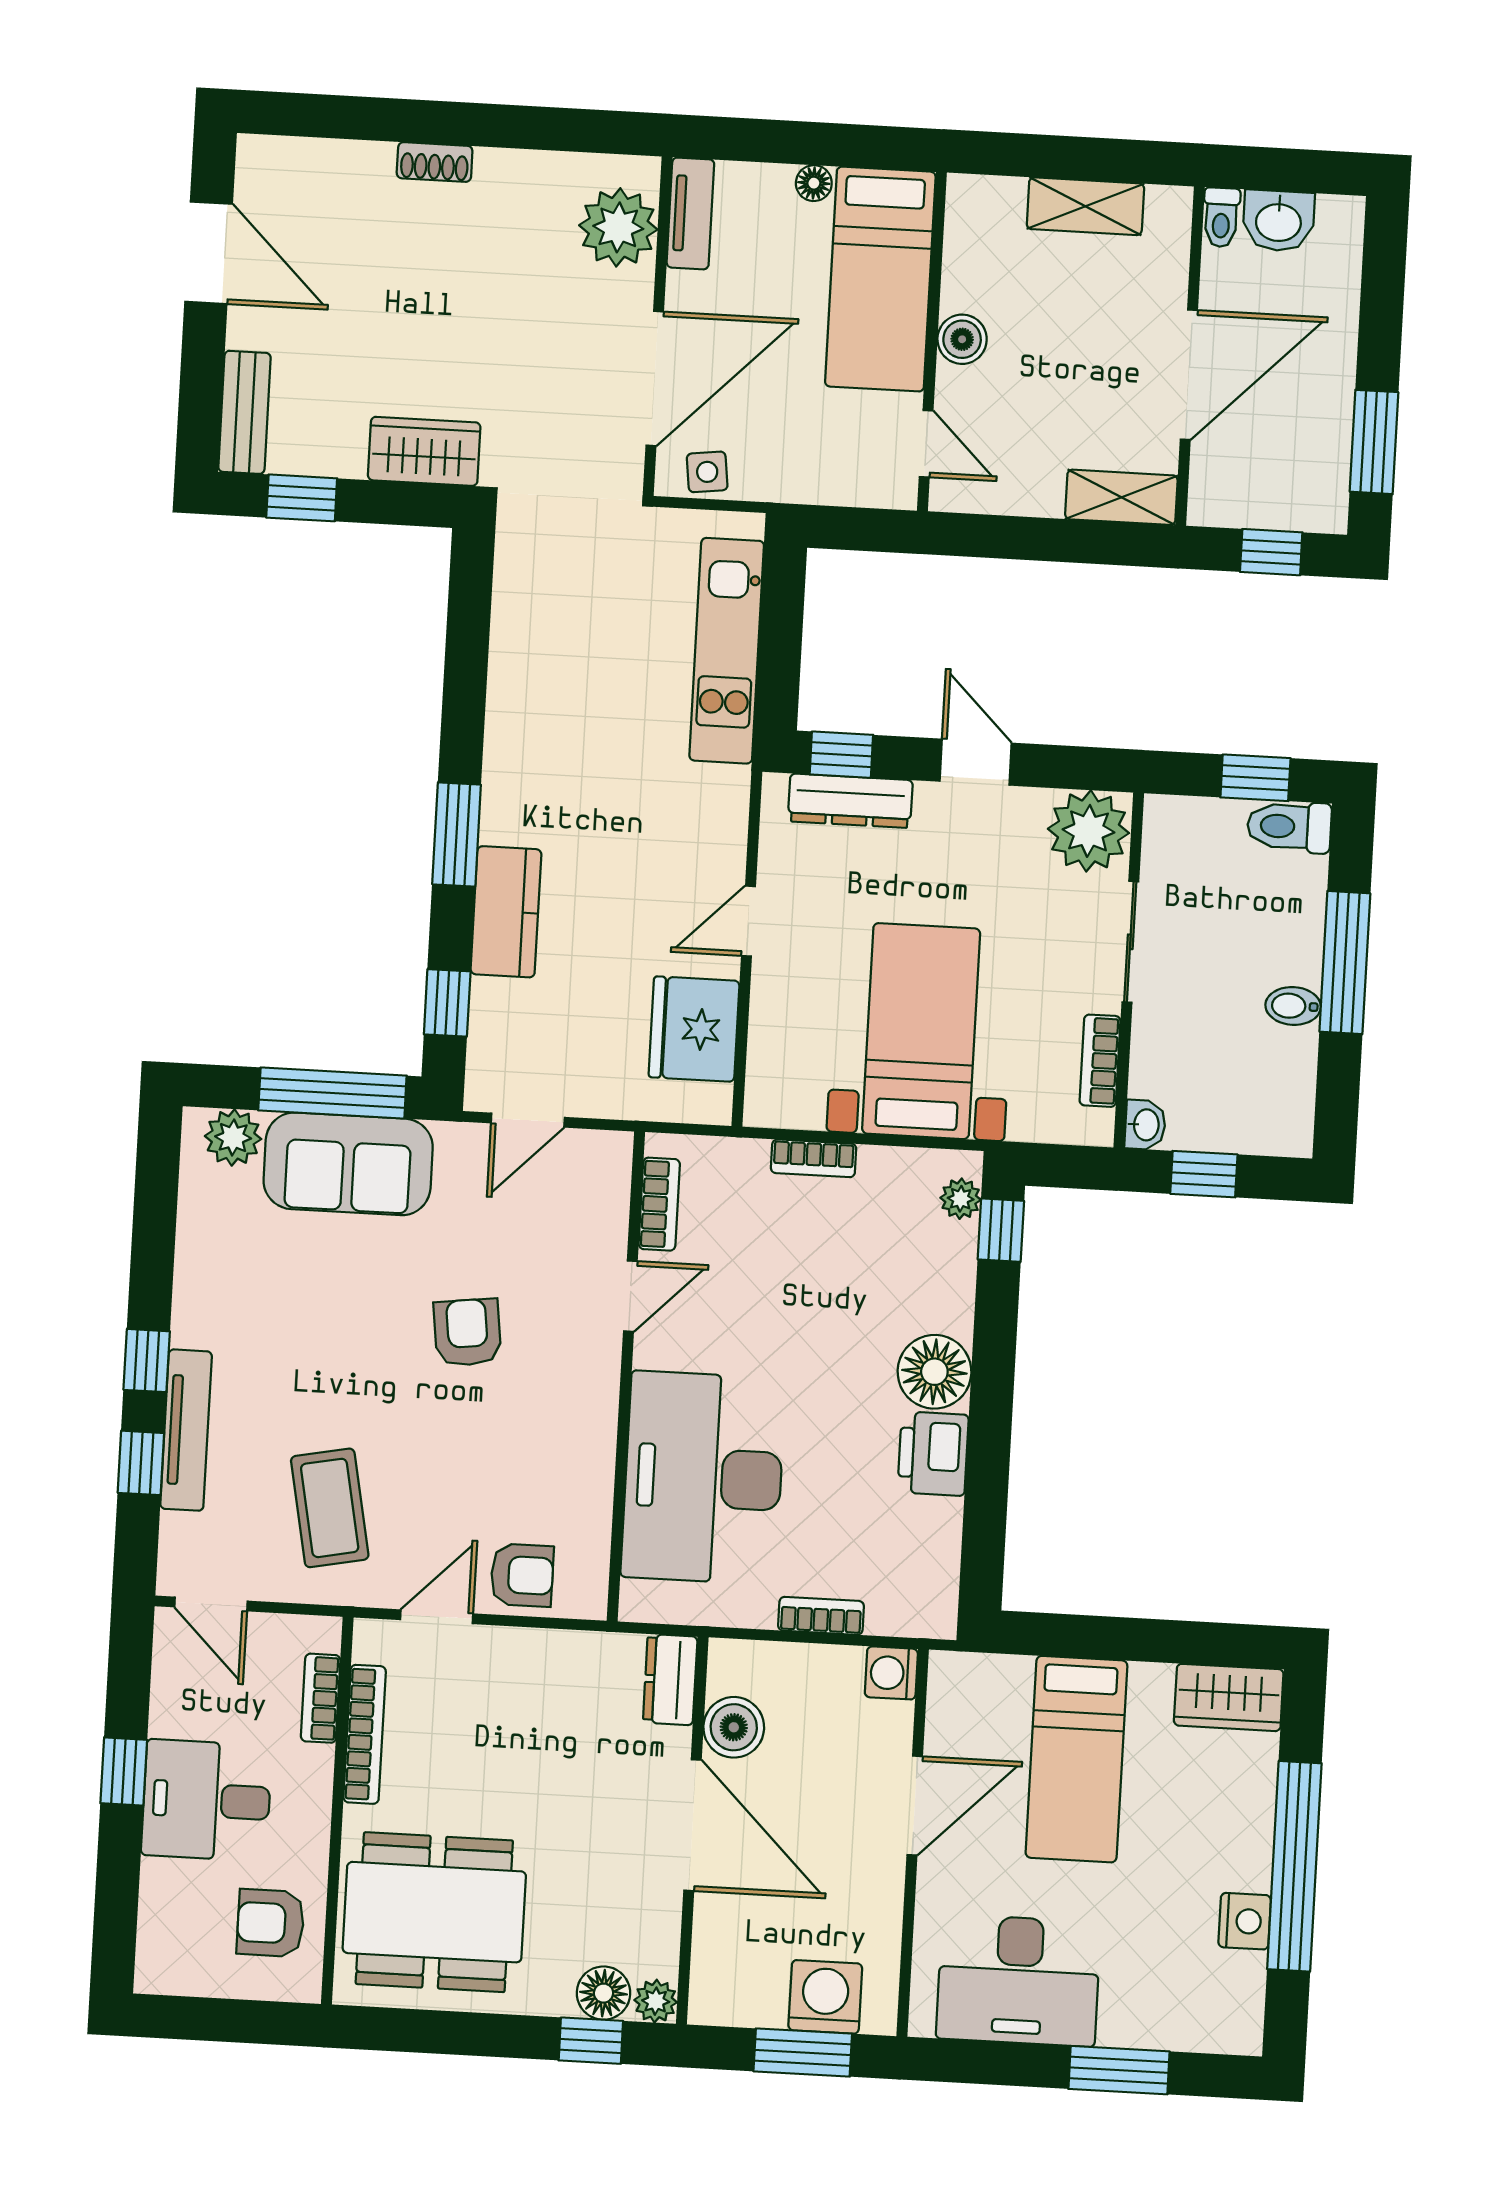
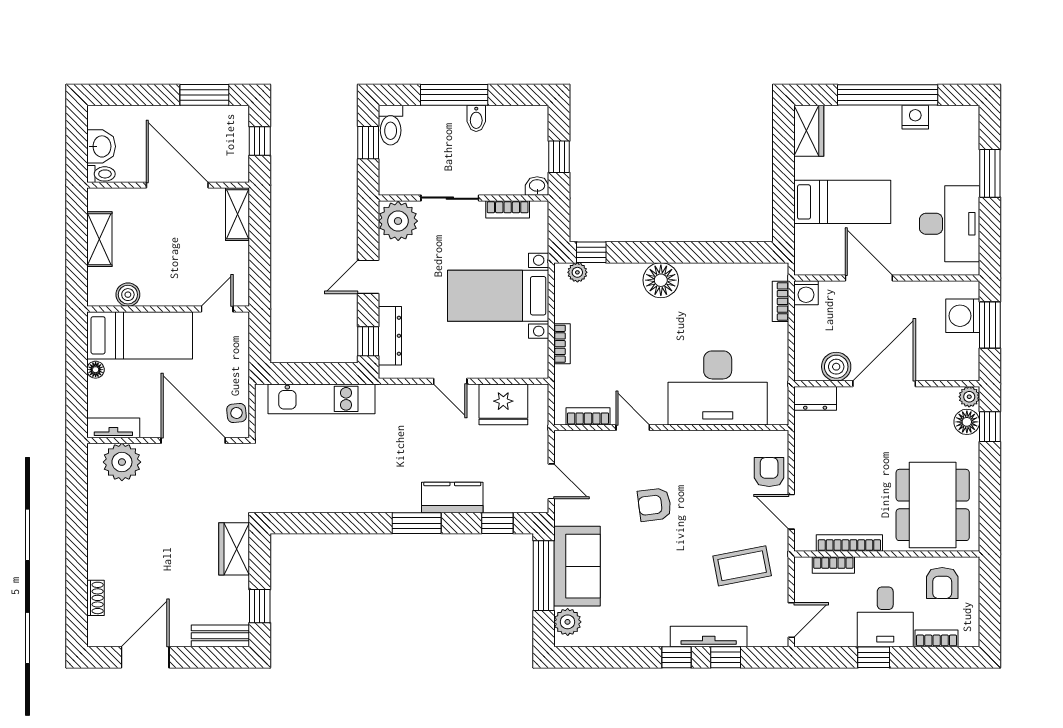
shoe rack: (435, 162) -> (96, 598), moved
boiler: (962, 339) -> (128, 295), moved
printer: (933, 1454) -> (700, 279), removed
bookcase: (821, 1616) -> (781, 301), moved
bookcase: (156, 1905) -> (937, 638), added

